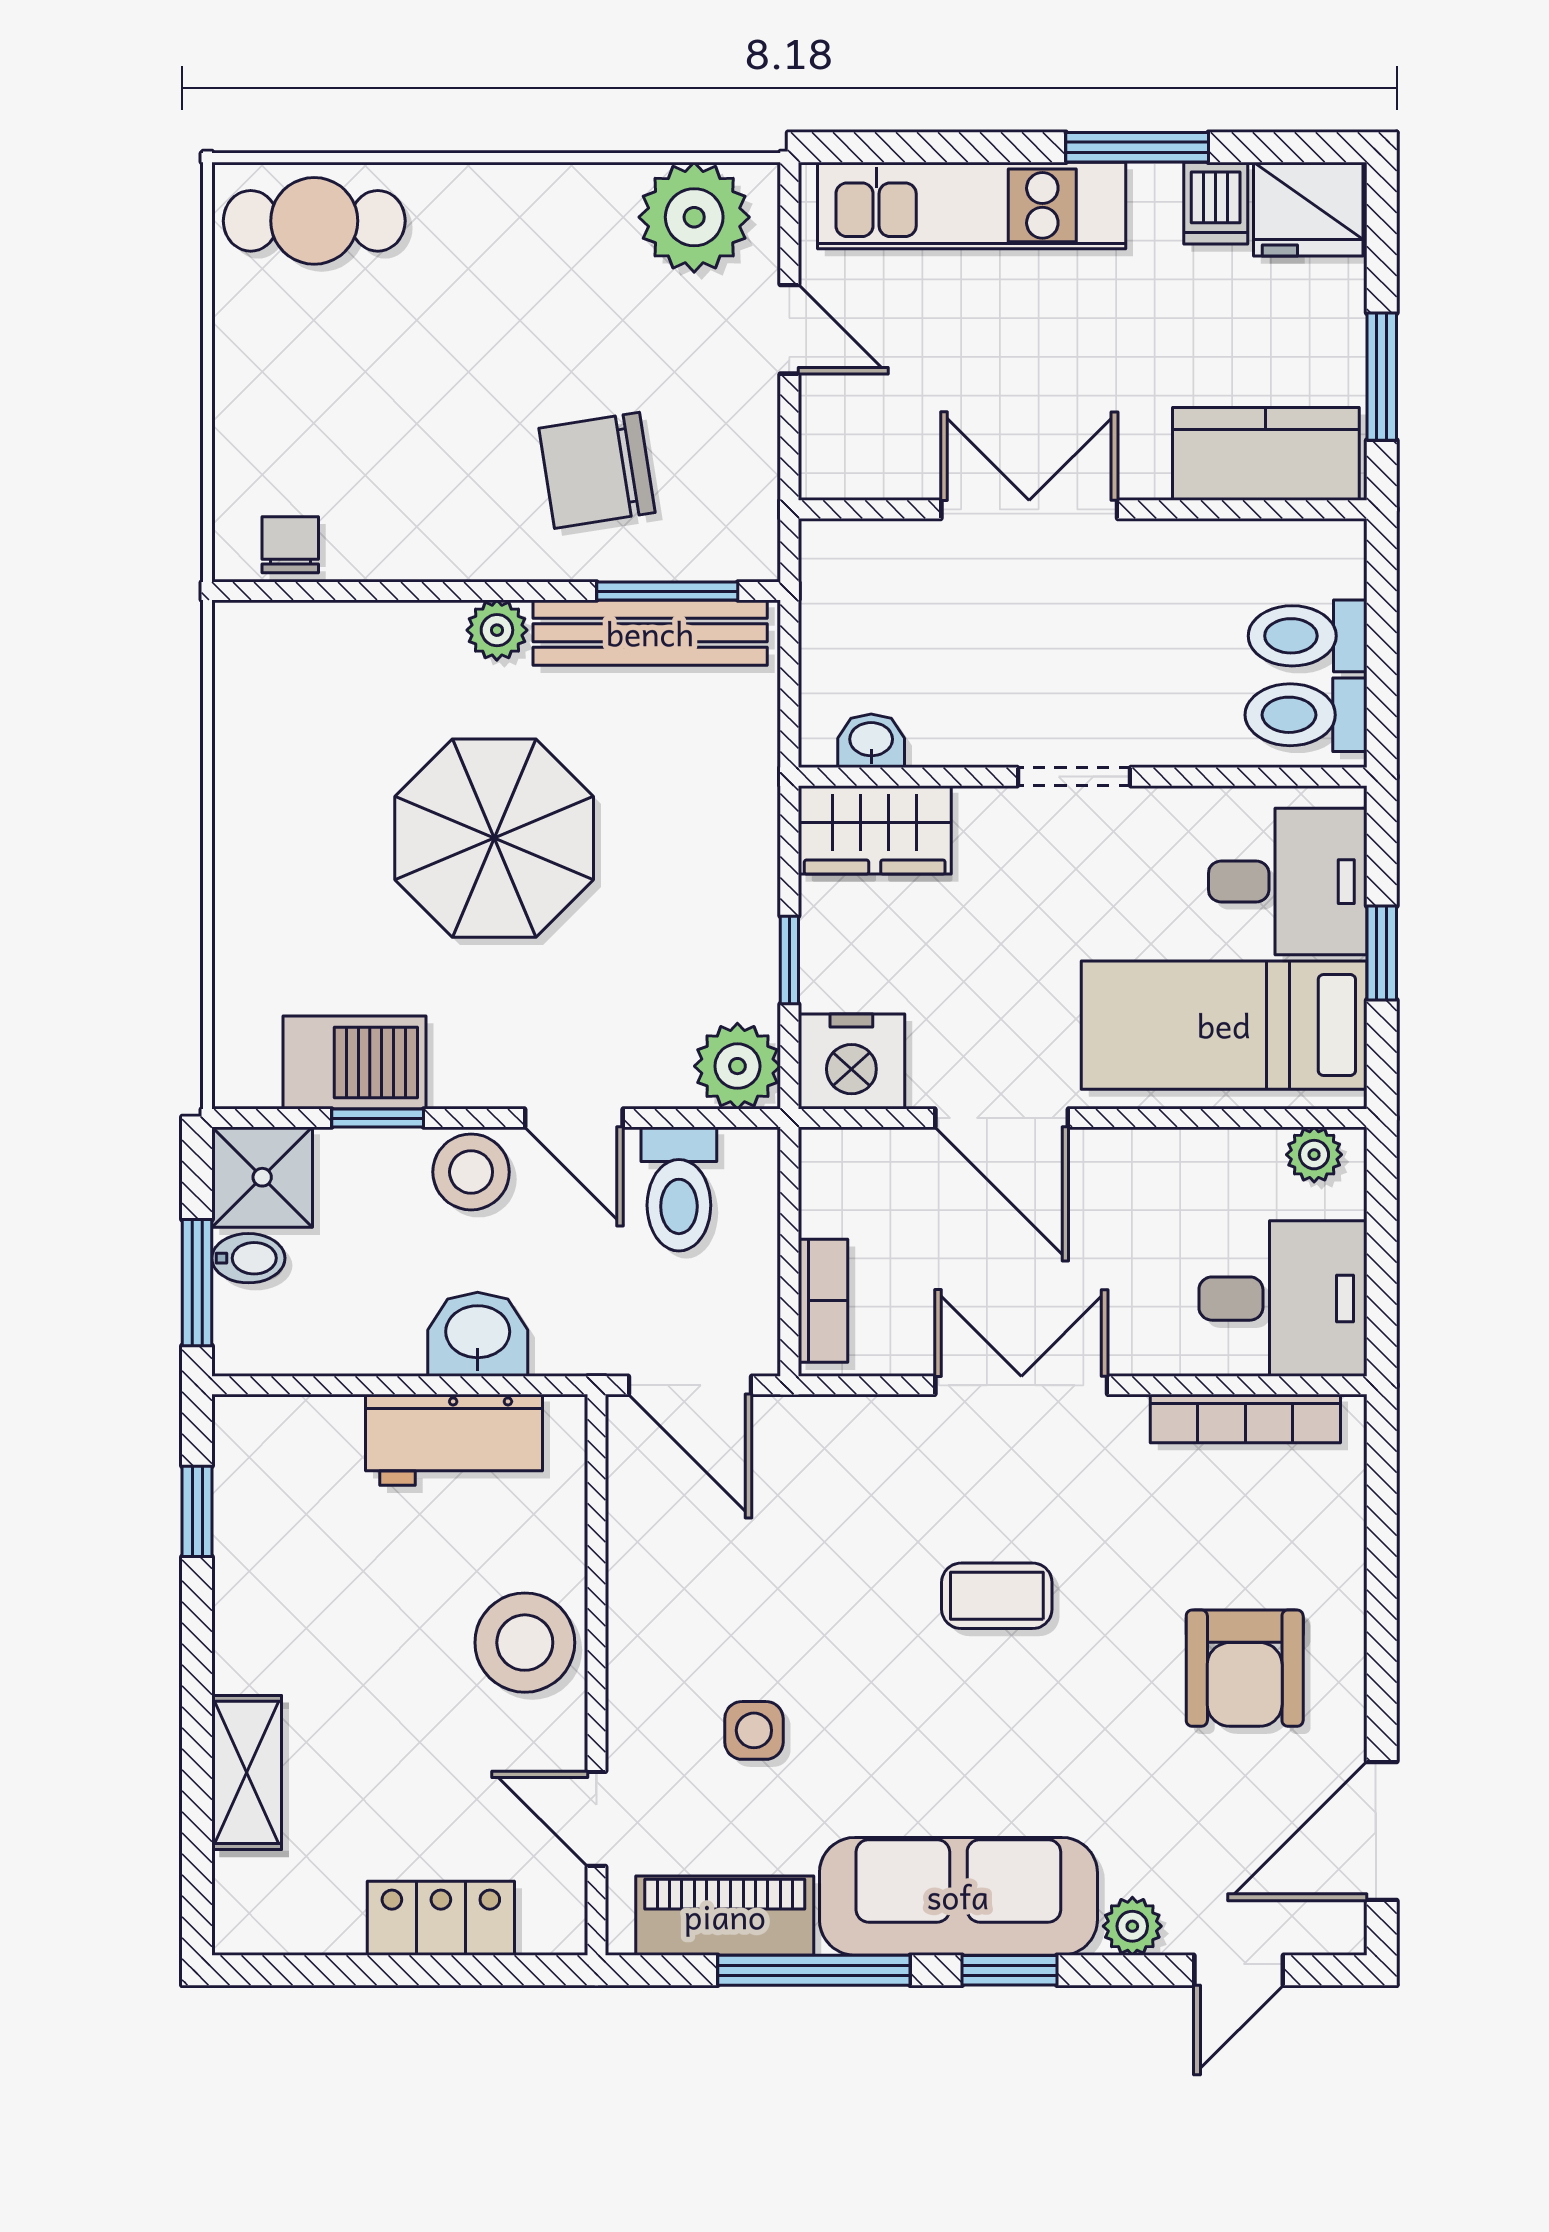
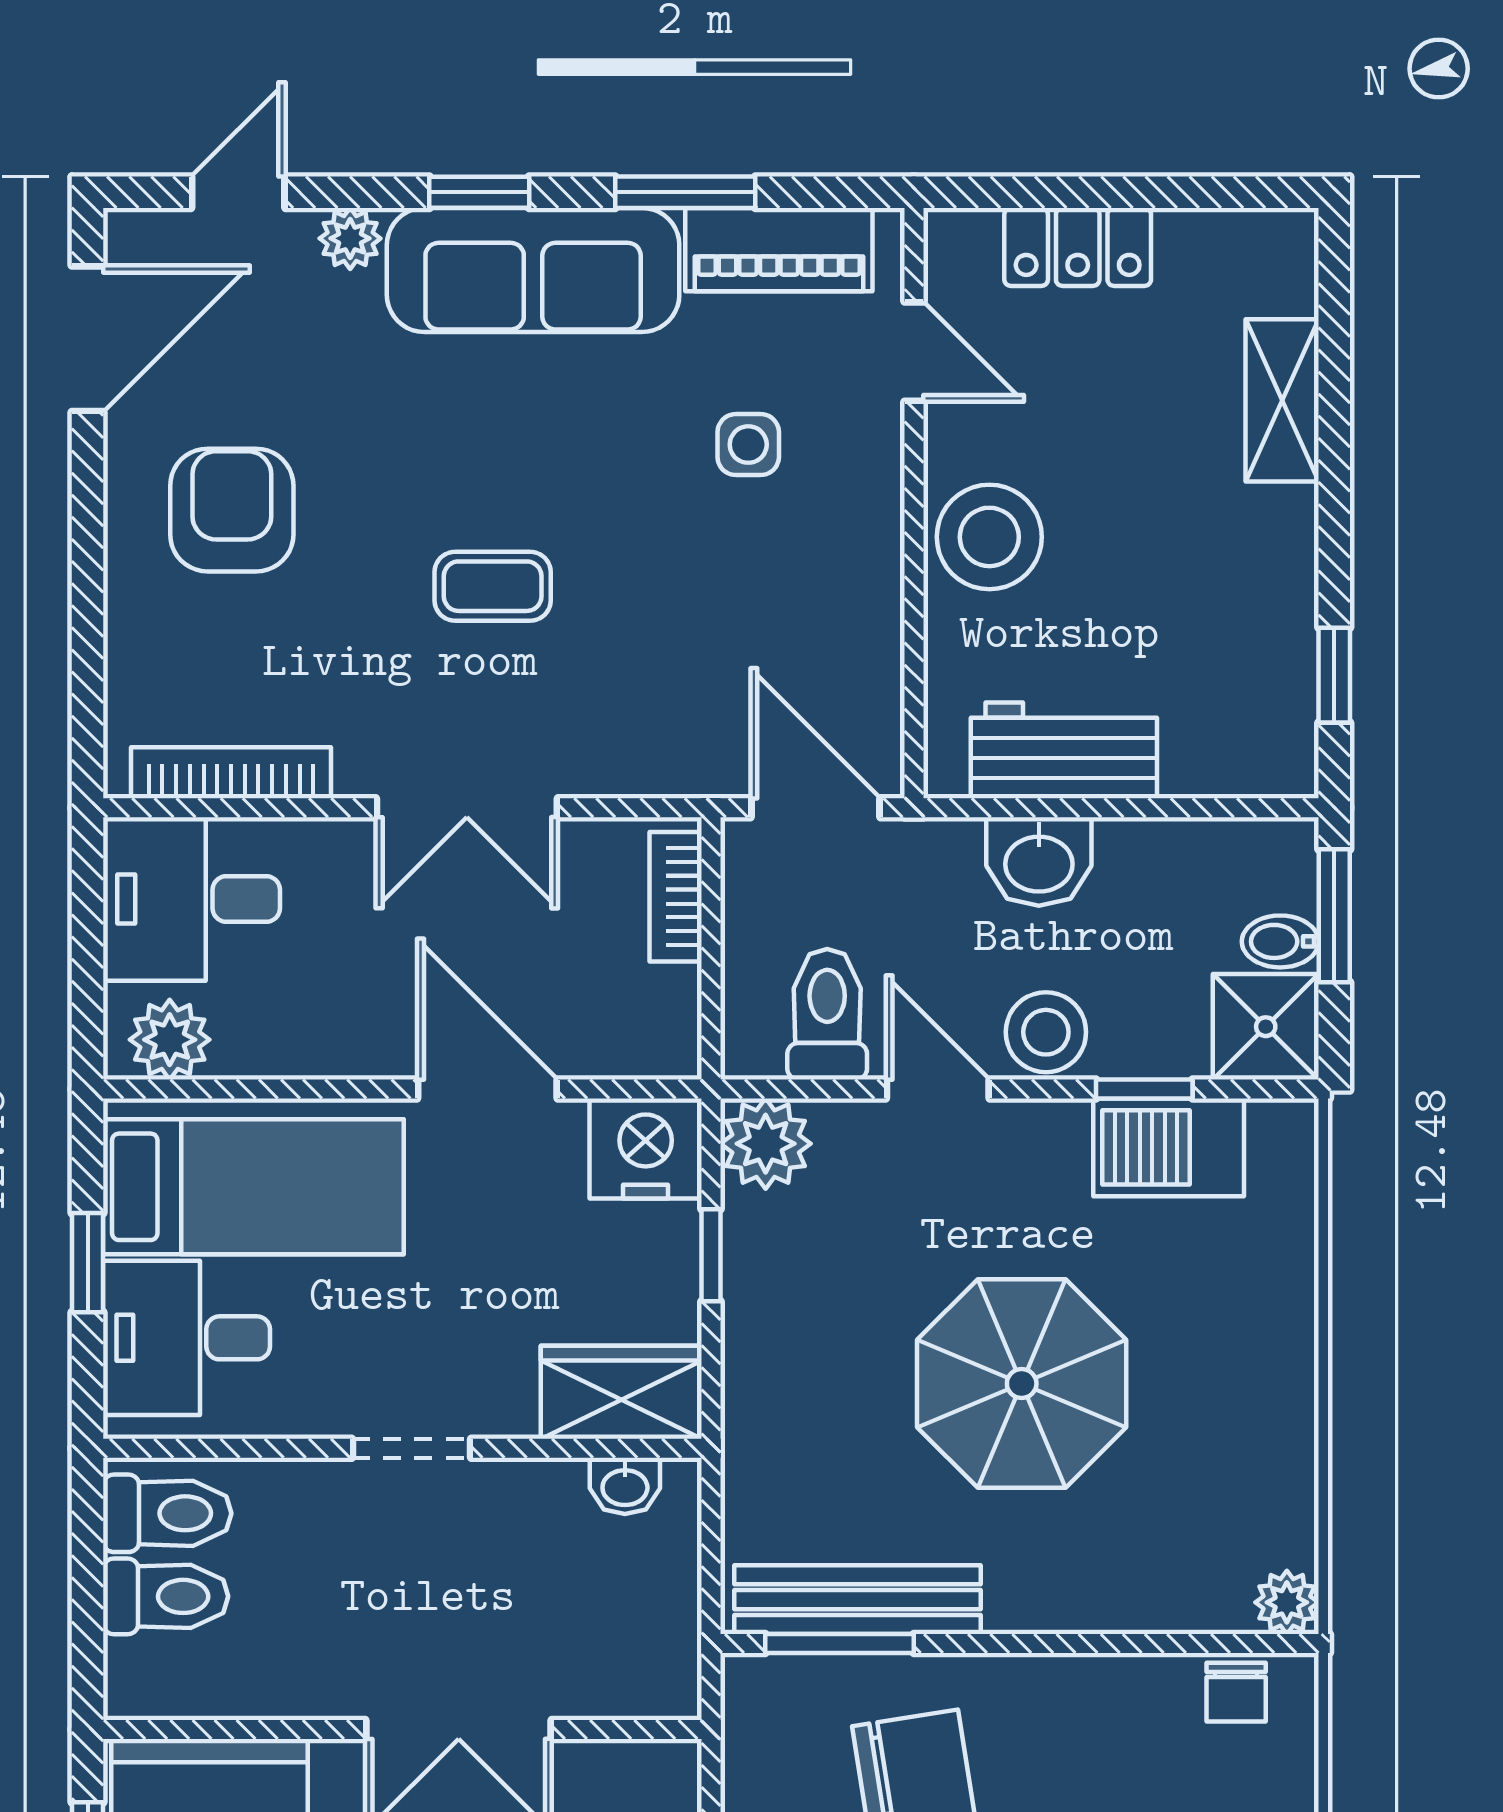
plant: (497, 630) -> (1287, 1602), moved
plant: (1314, 1155) -> (170, 1040), width x1.38, depth x1.38
window: (814, 1970) -> (685, 192), width x0.69

